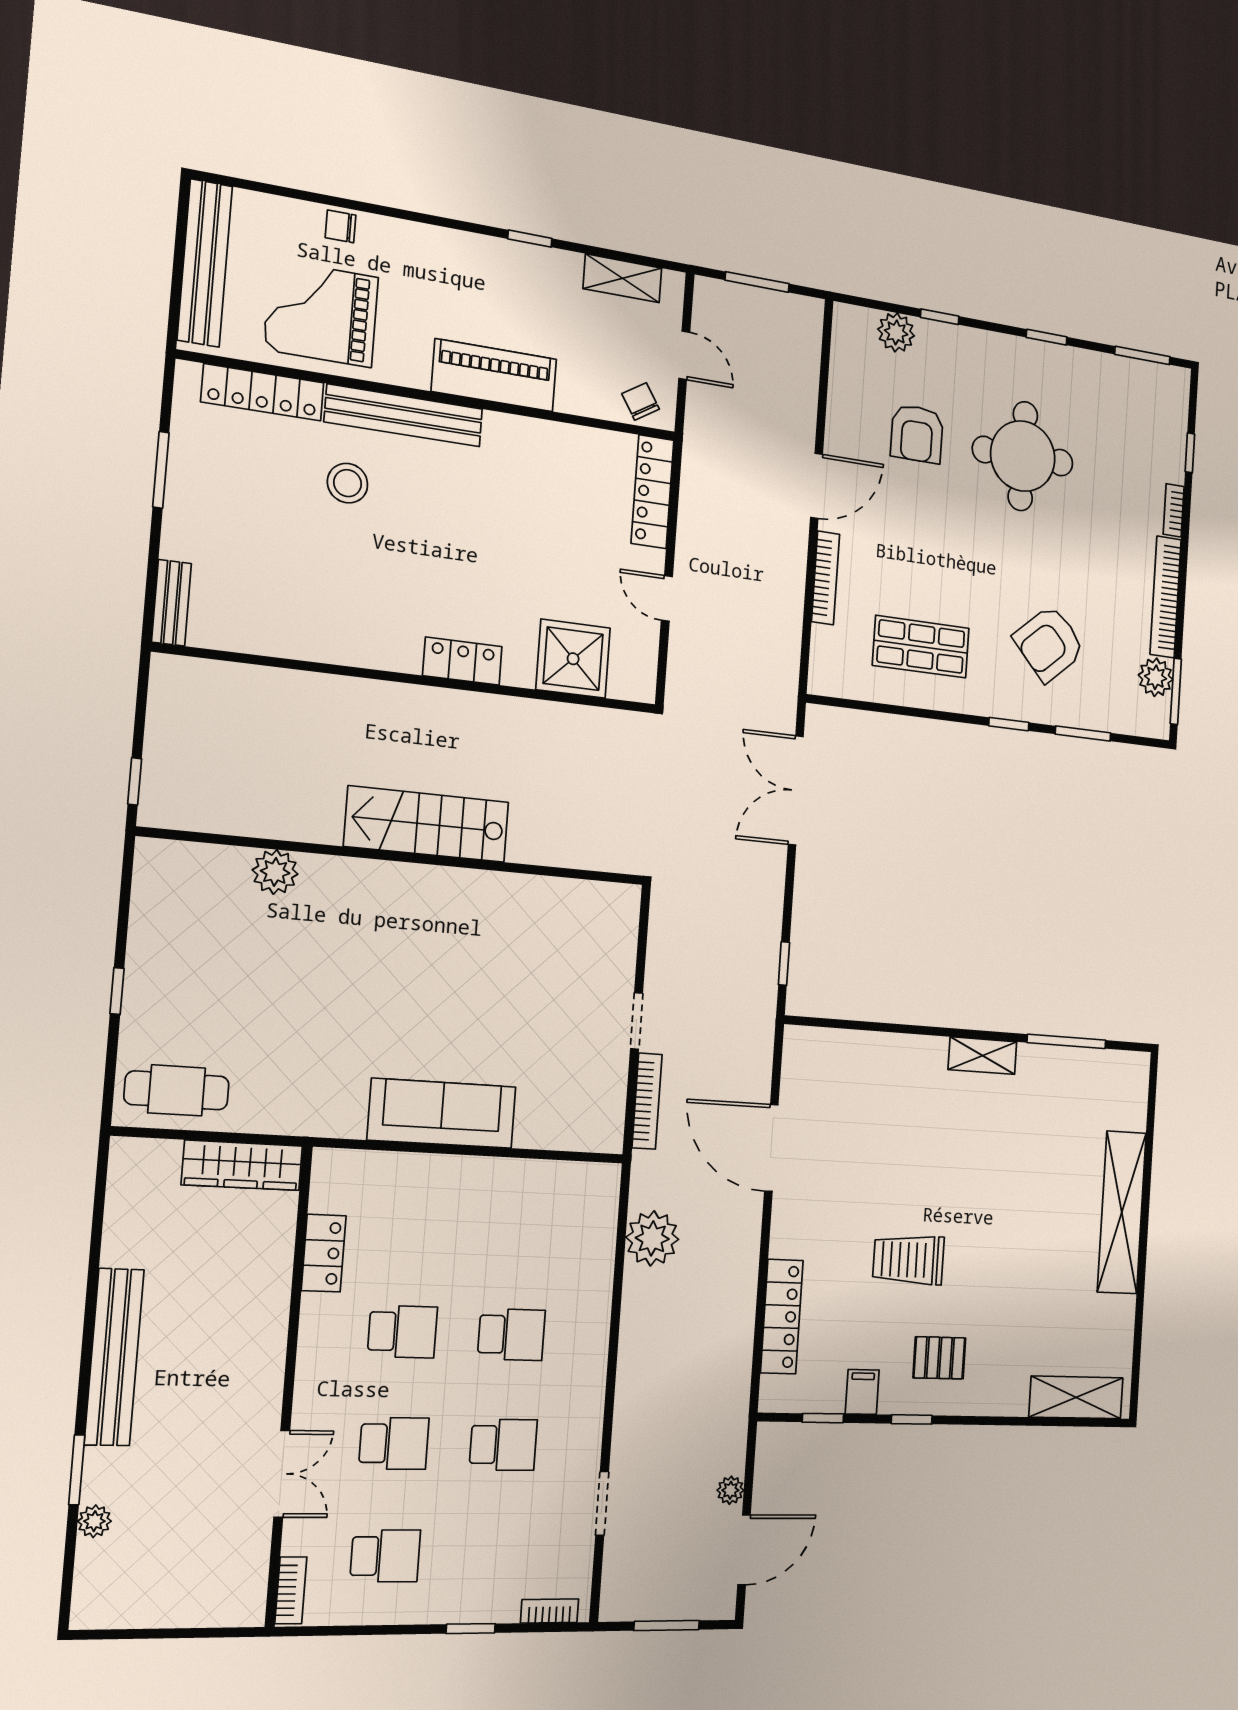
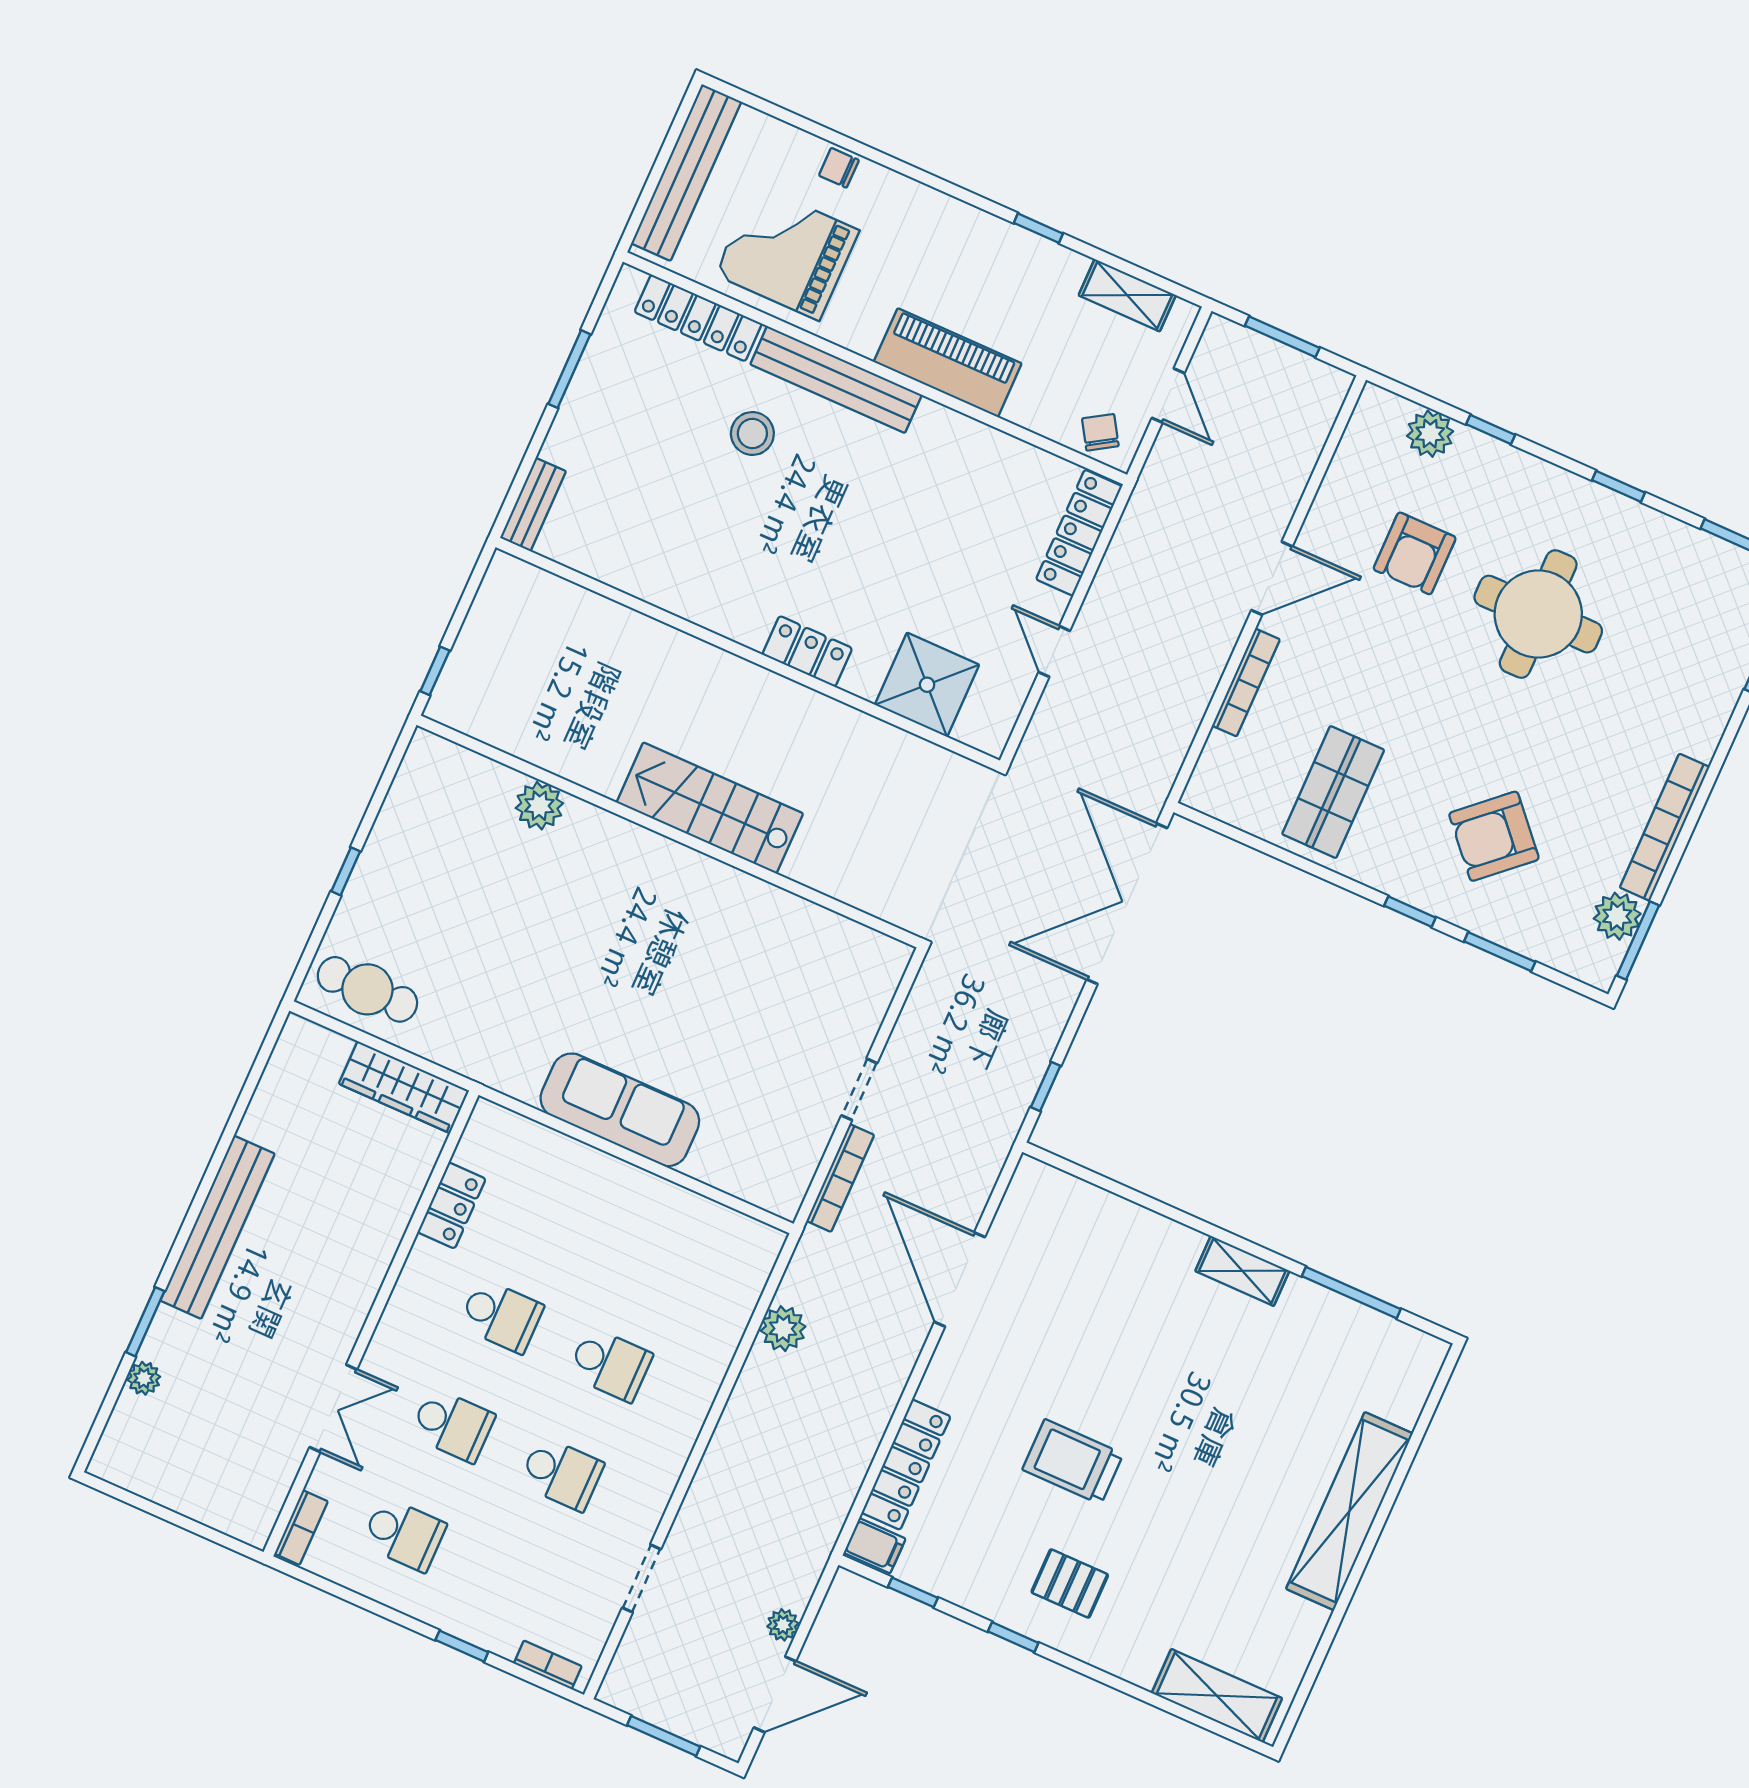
bookcase: (1174, 510) -> (1712, 730), removed
shop shelf: (921, 647) -> (1333, 792), turned 90
double door: (796, 790) -> (1127, 904), width x1.36
plant: (652, 1238) -> (783, 1329), width x0.73, depth x0.73
filing cabinet: (862, 1392) -> (875, 1546), moved, turned 90

